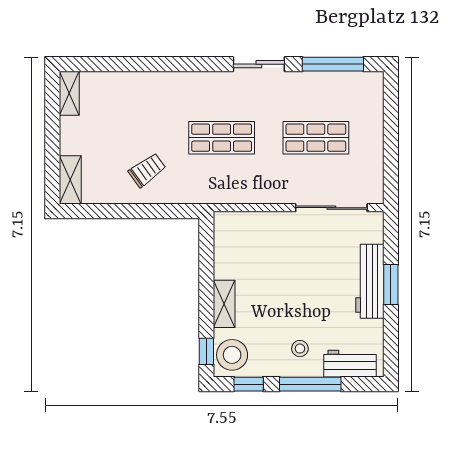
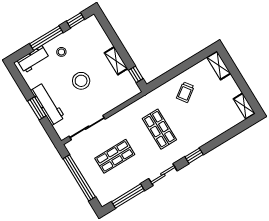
window: (193, 64) -> (194, 156), added
shop shelf: (222, 138) -> (159, 129), turned 90
window: (391, 138) -> (79, 178), added
shelving: (224, 304) -> (116, 61), moved
window: (206, 351) -> (136, 74), moved
stool: (232, 355) -> (81, 81), moved

